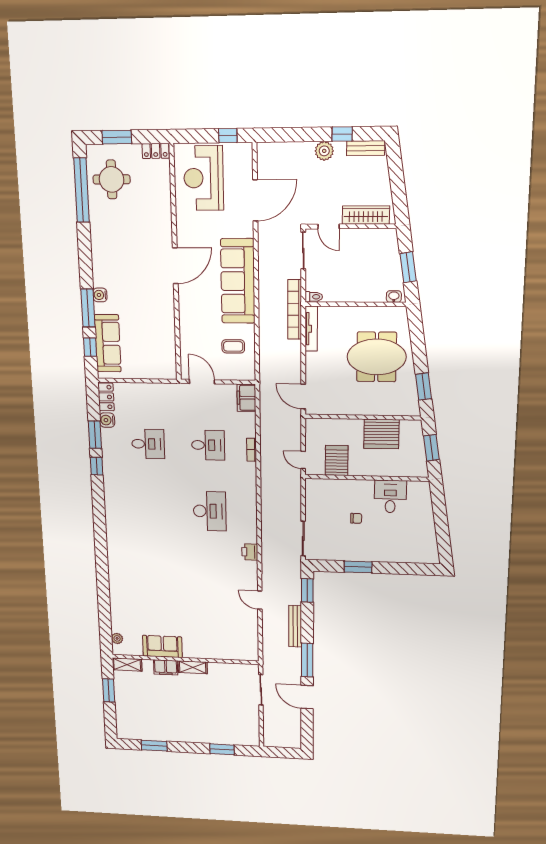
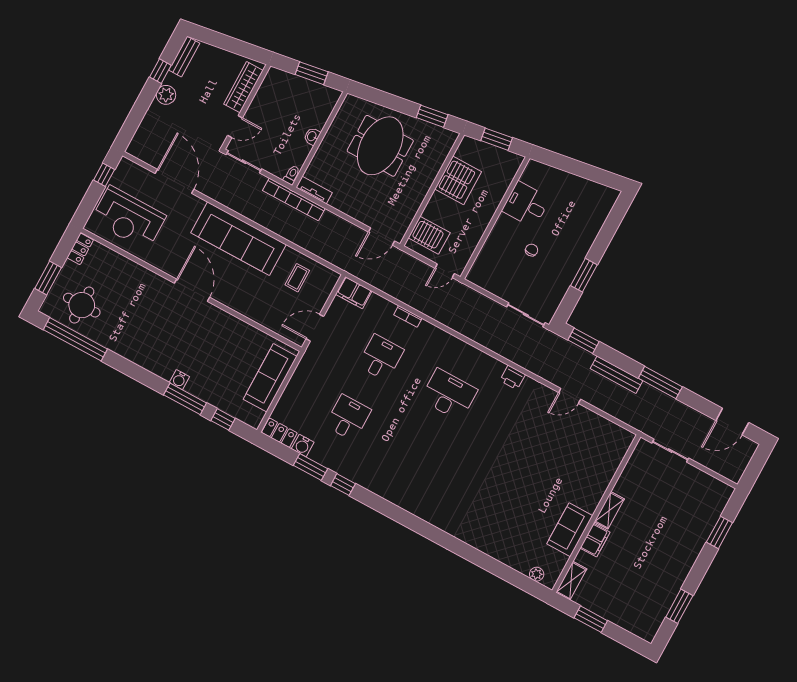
washbasin: (394, 297) -> (312, 136), moved
tv unit: (311, 329) -> (314, 190), width x0.71
sofa: (108, 343) -> (270, 378), moved, turned -90
server rack: (337, 460) -> (429, 235), moved, turned 180
door: (307, 697) -> (732, 422), moved

